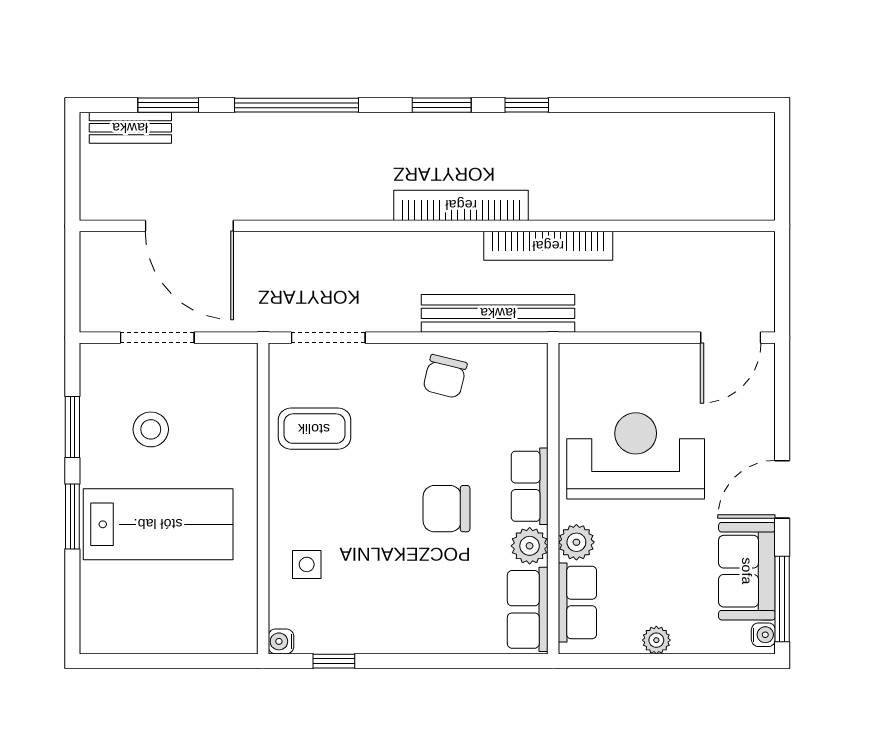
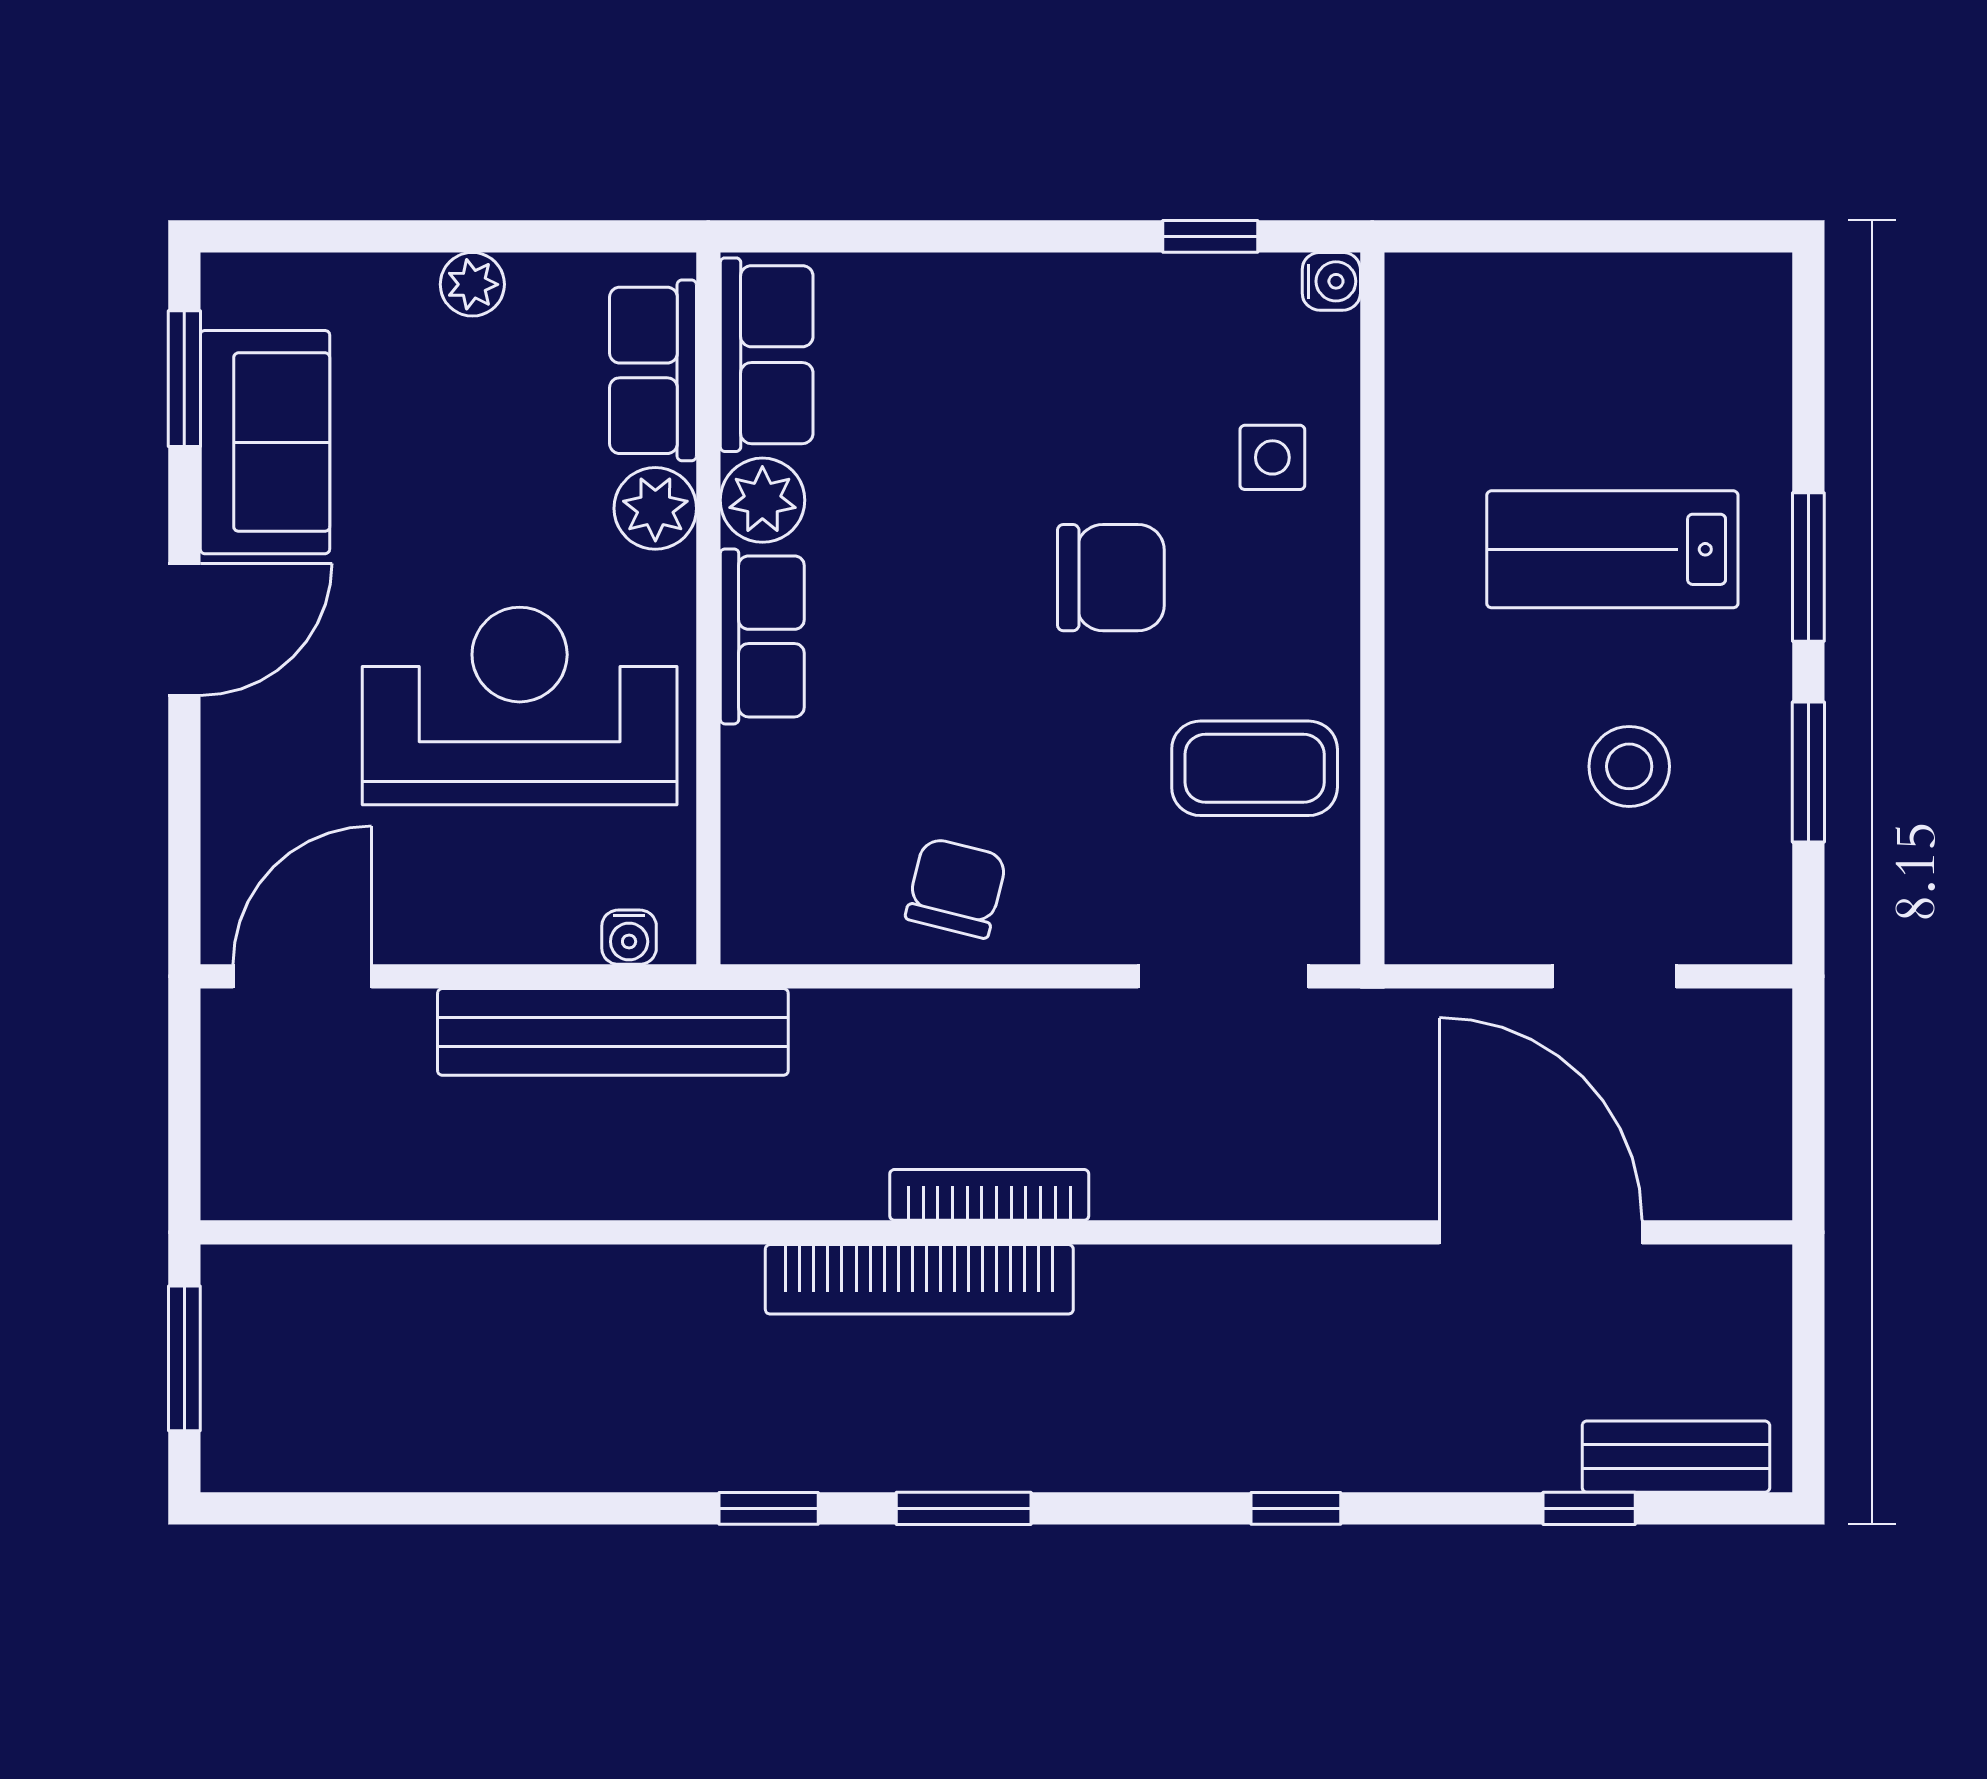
window: (168, 105) -> (1589, 1508), width x0.67
window: (296, 105) -> (1296, 1508), width x0.32
window: (782, 171) -> (184, 1358), added
bookcase: (548, 246) -> (989, 1195), moved, width x0.68, depth x0.76
bench: (498, 313) -> (613, 1032), moved
doorway: (157, 338) -> (1614, 976), width x0.73
reception desk: (636, 456) -> (520, 706), turned 180
chair: (446, 509) -> (1111, 578), moved
lab bench: (158, 524) -> (1612, 549), width x0.73, depth x0.72
window: (782, 599) -> (184, 379), width x0.69
water cooler: (763, 635) -> (629, 937), moved, turned -90

